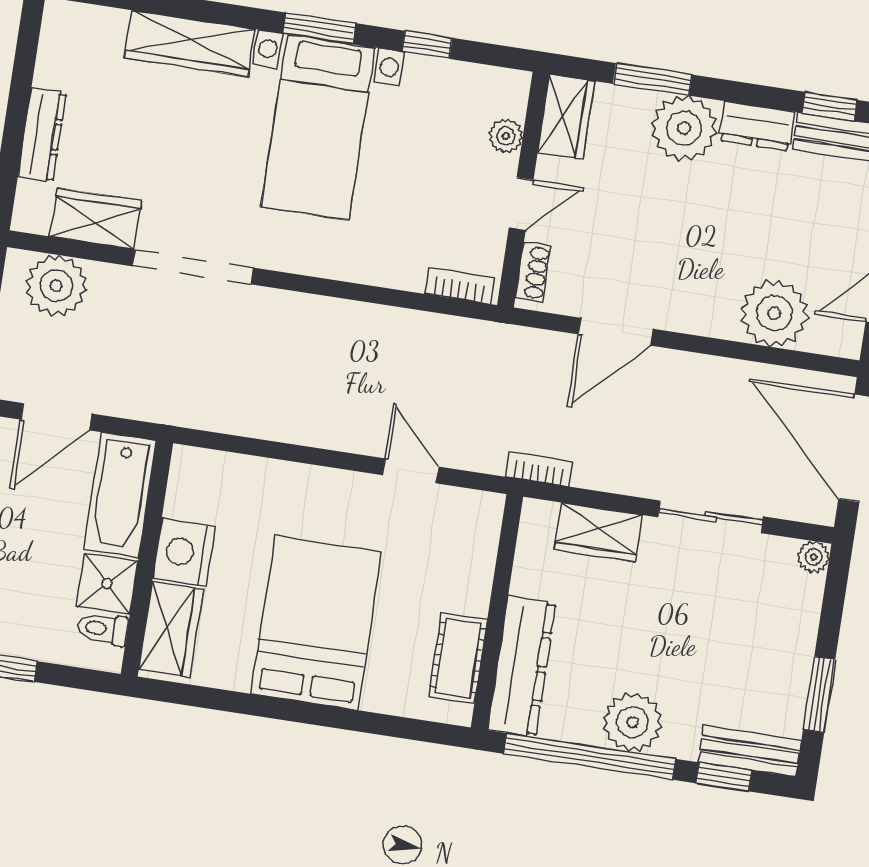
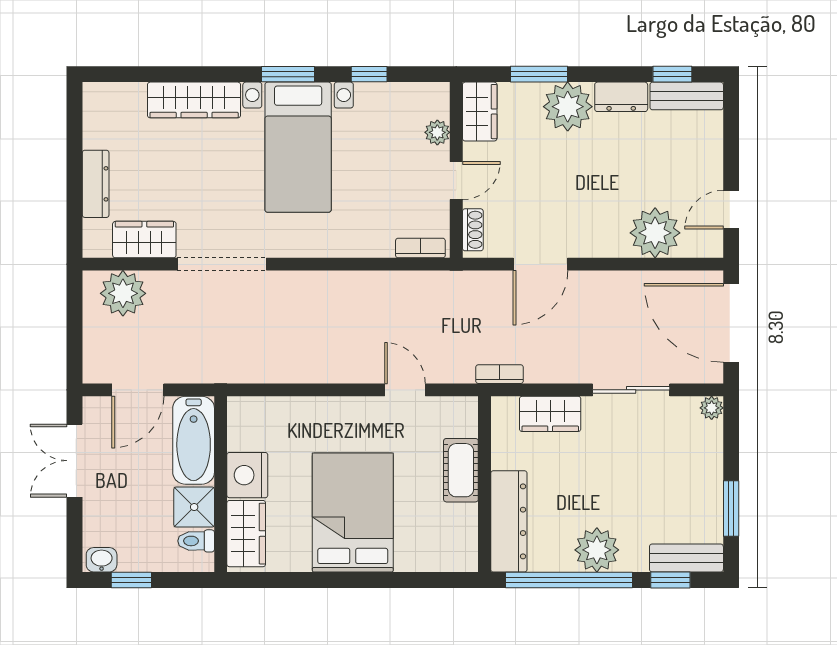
cot: (458, 658) -> (461, 470), moved

